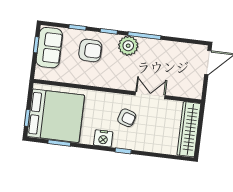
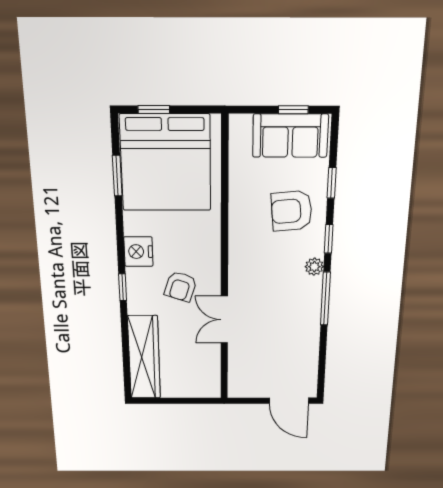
plant: (128, 46) -> (314, 267), width x0.53, depth x0.53
armchair: (90, 50) -> (292, 211), turned 84
double door: (150, 95) -> (224, 320), swing flipped
wardrobe: (189, 129) -> (144, 357), moved, turned 90

